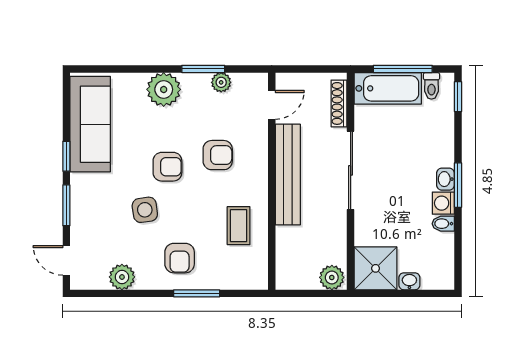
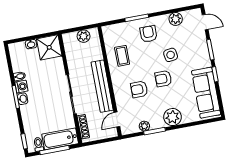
plant: (332, 277) -> (84, 36), moved

